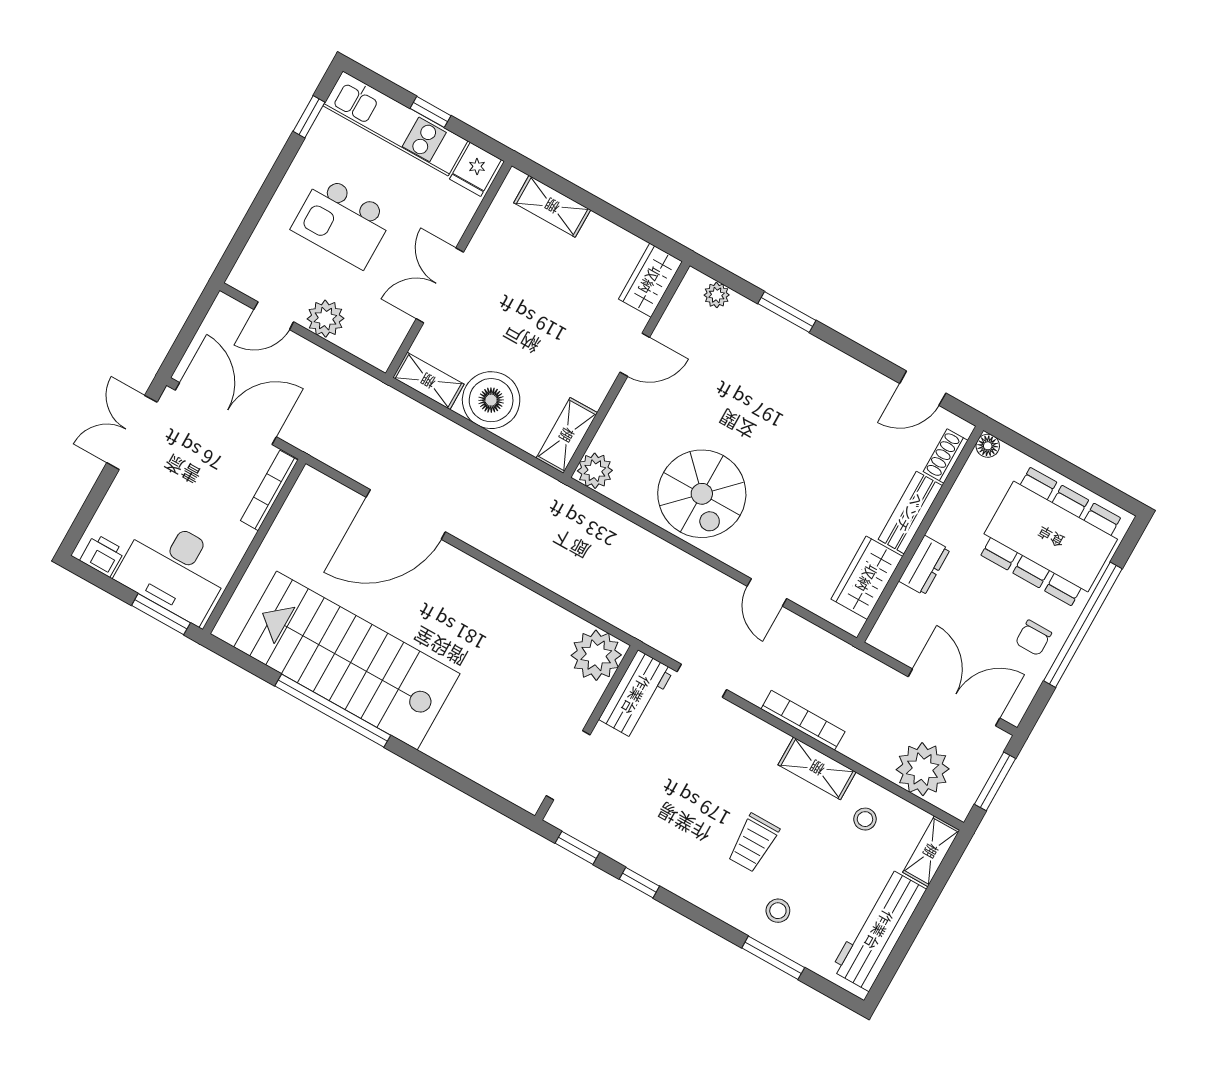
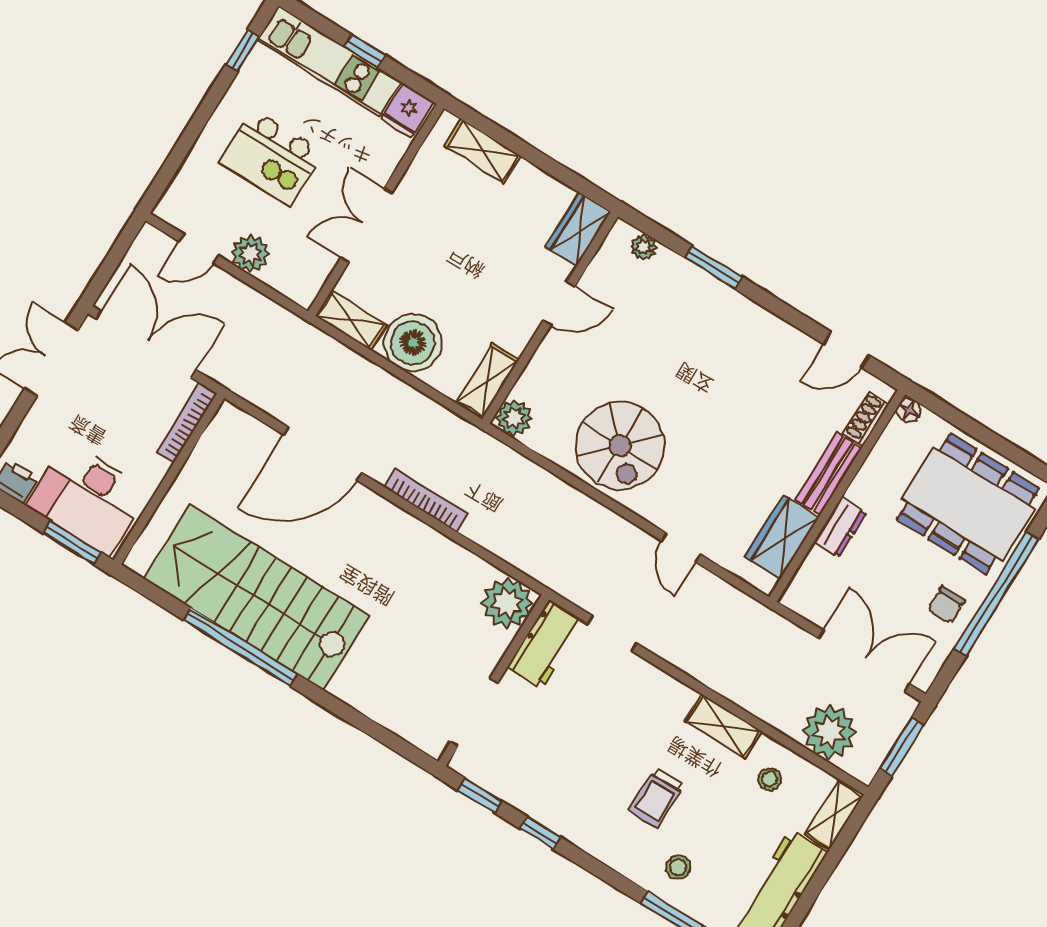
bookcase: (803, 720) -> (426, 500), moved

